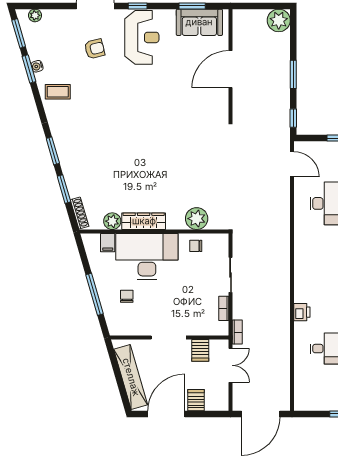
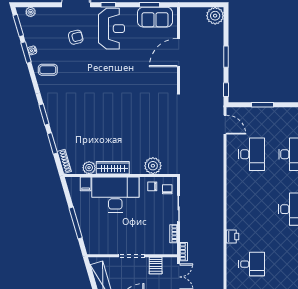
chair: (127, 296) -> (167, 189), moved

